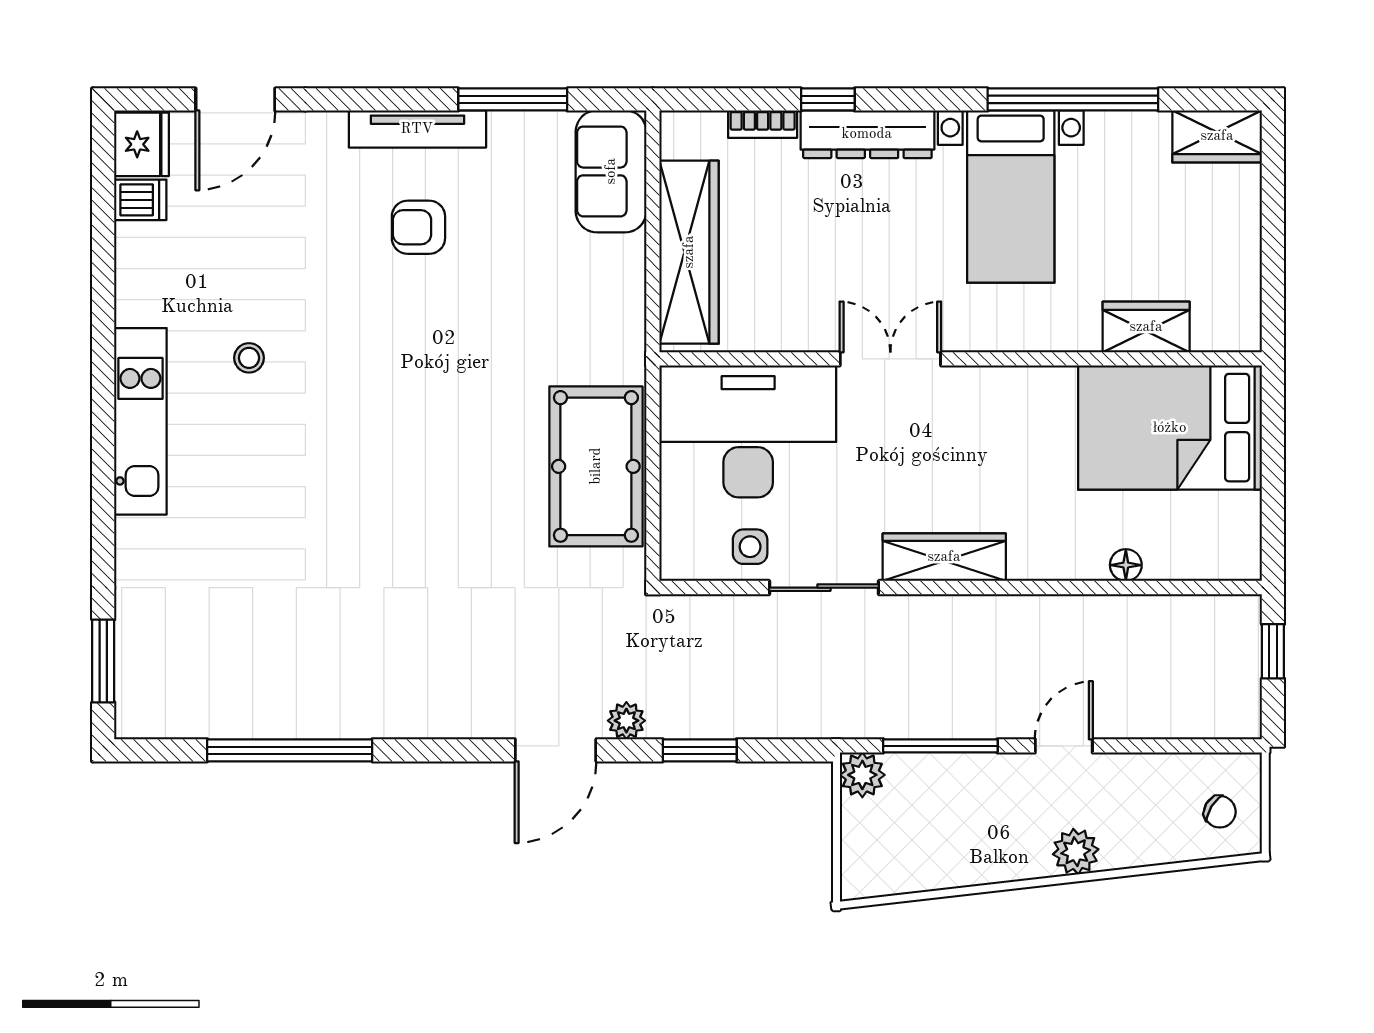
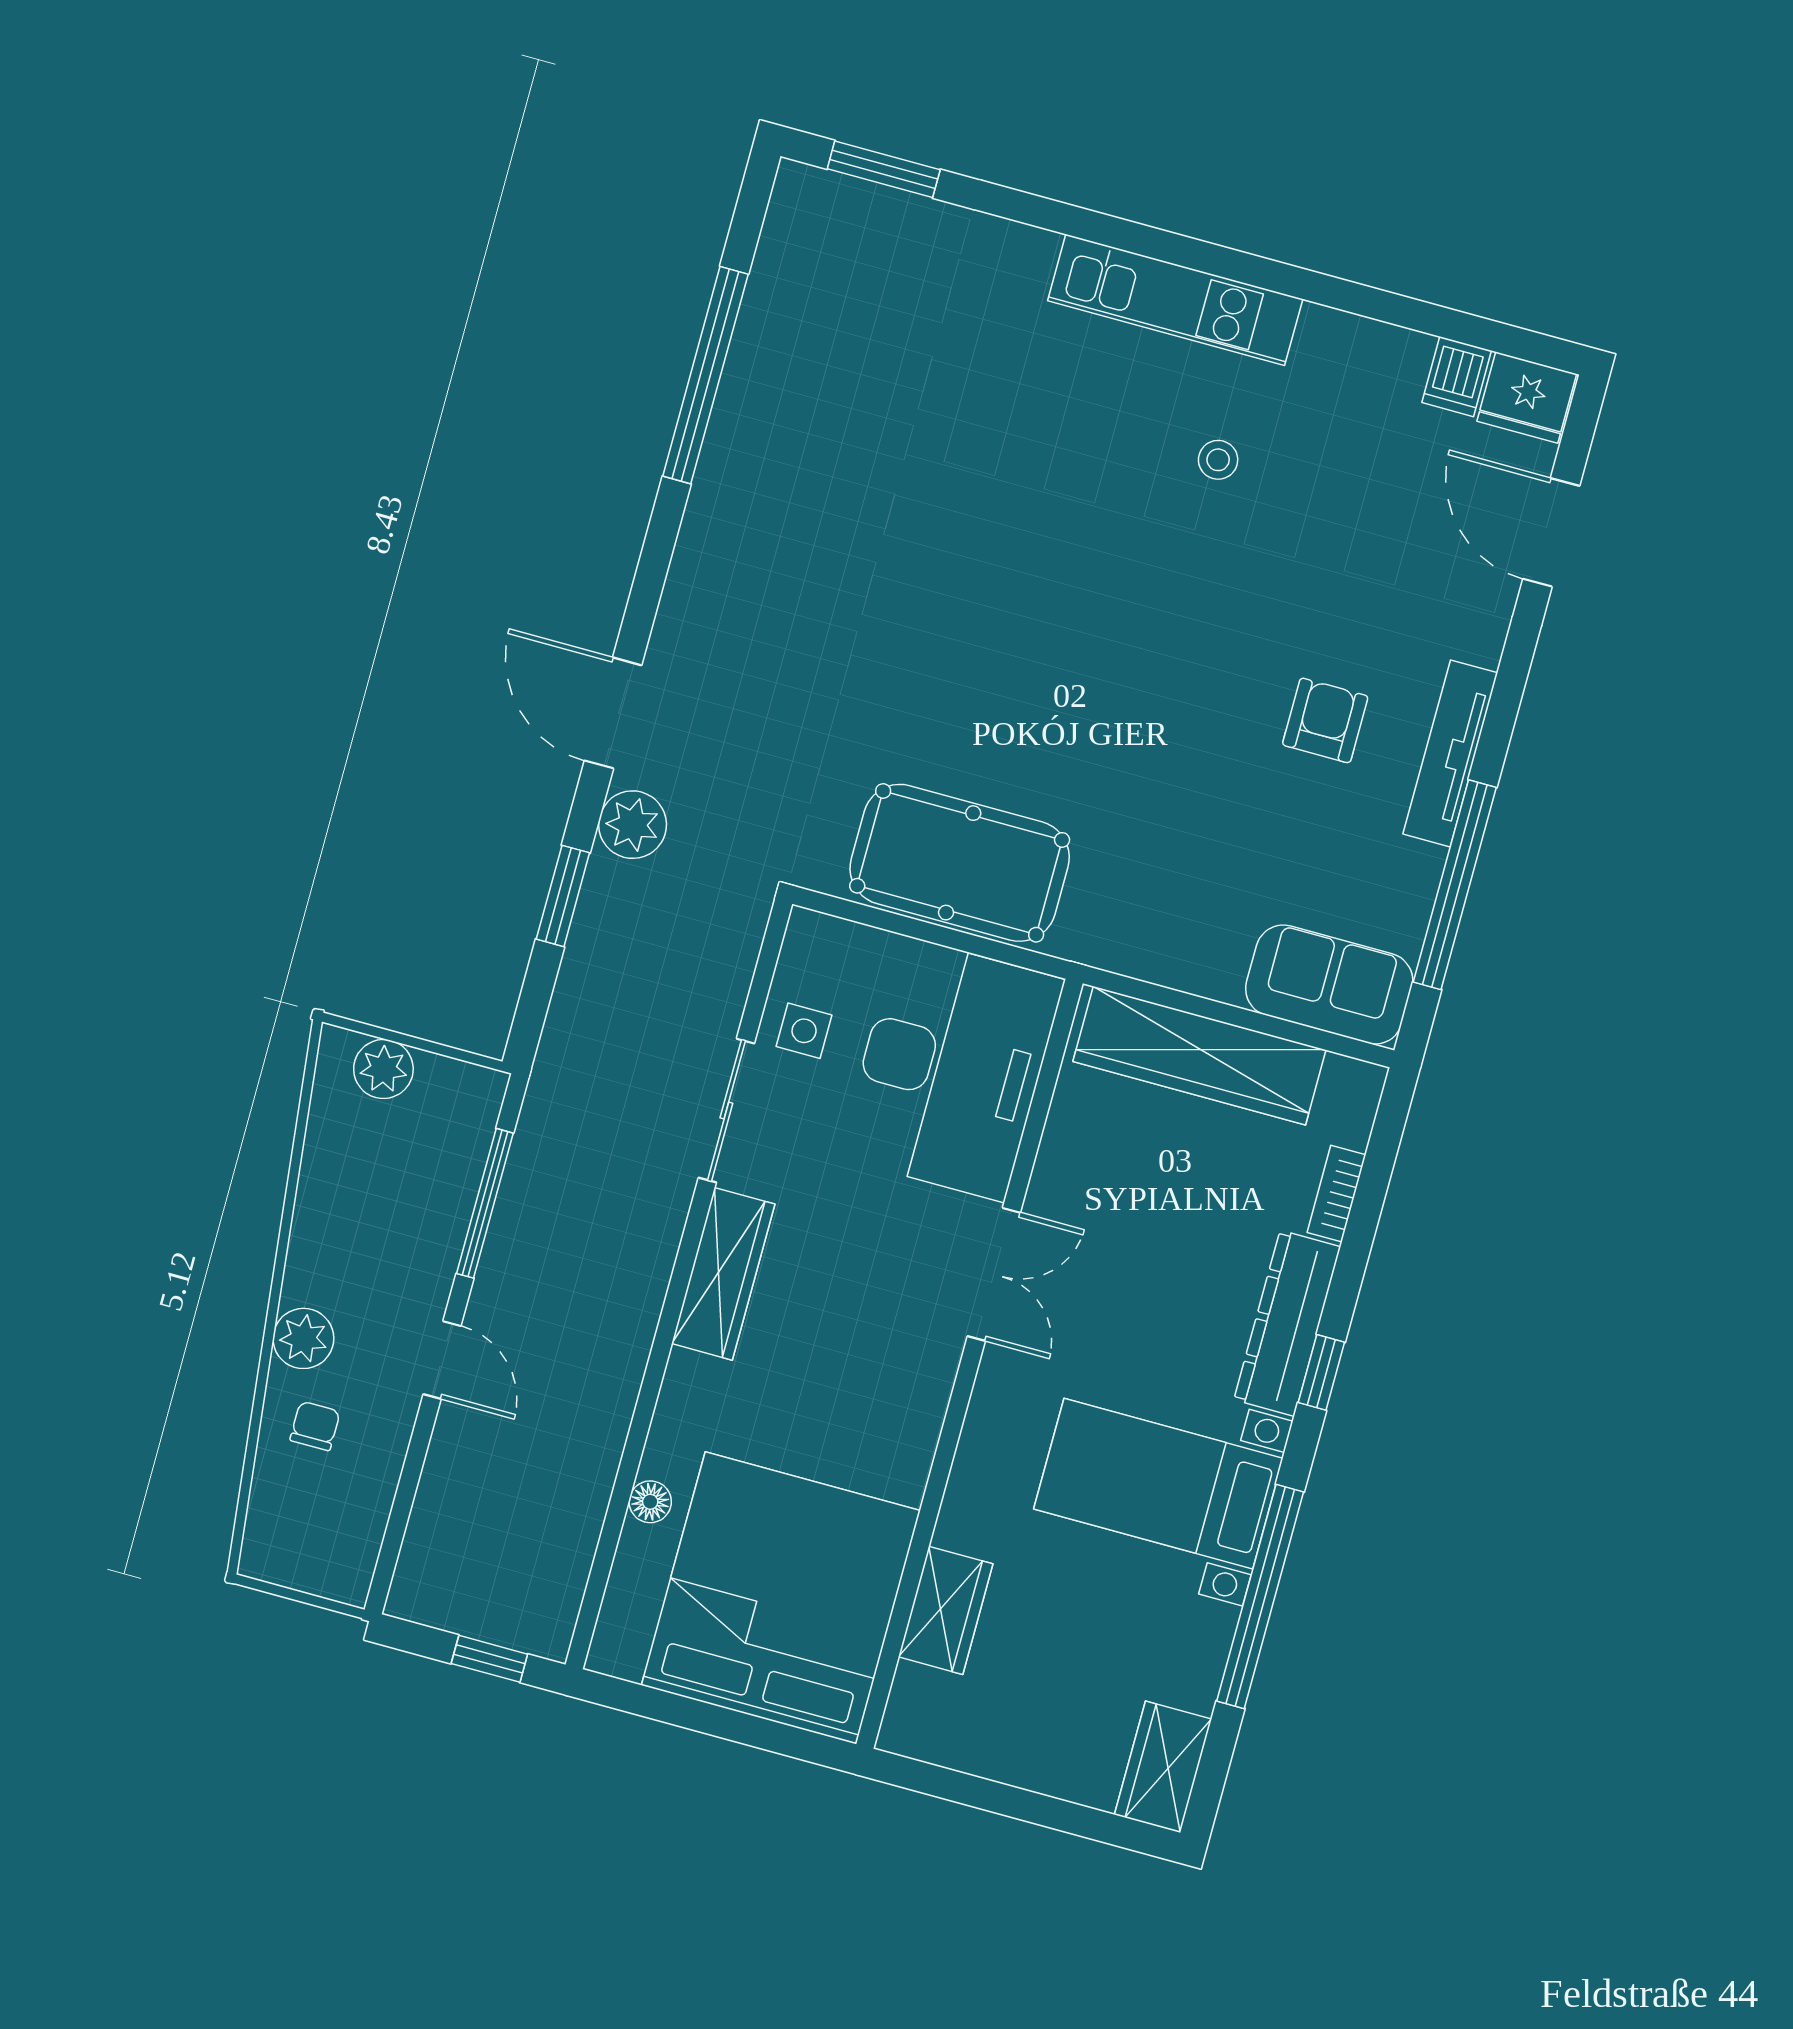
window: (513, 99) -> (1455, 885), width x1.46
window: (828, 99) -> (1321, 1372), moved
bed: (1170, 428) -> (781, 1598), width x1.36
plant: (626, 721) -> (633, 825), width x1.38, depth x1.38
plant: (862, 775) -> (383, 1069), moved
chair: (1220, 812) -> (315, 1426), moved, turned 148

